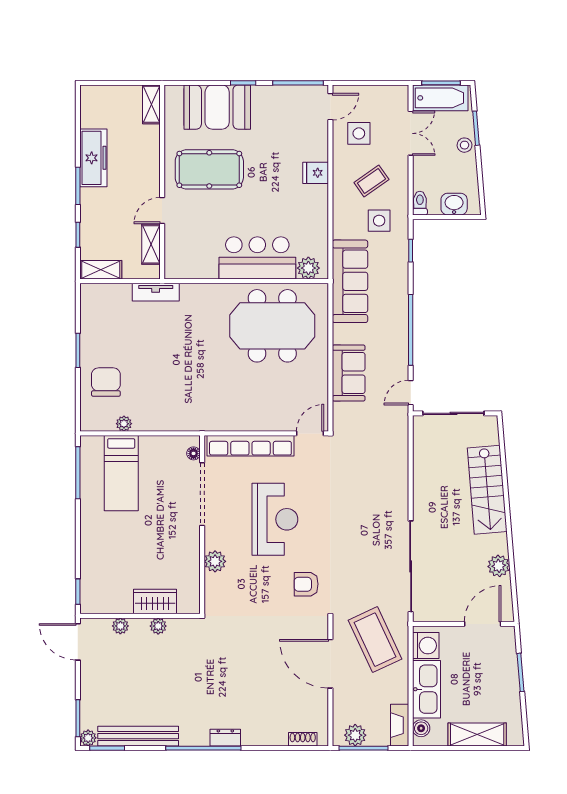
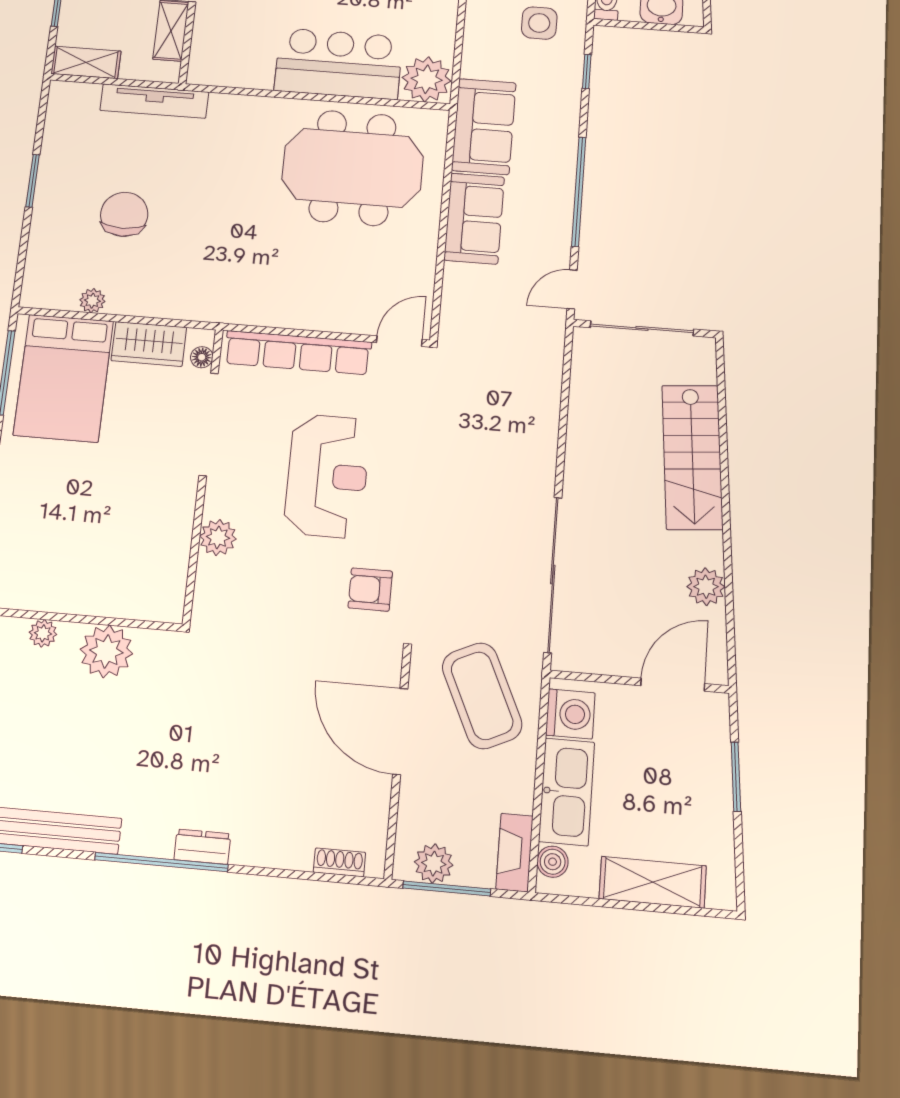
plant: (308, 268) -> (427, 79), width x1.36, depth x1.36
sofa: (350, 281) -> (484, 127), width x0.73
tv unit: (156, 292) -> (154, 101), width x1.41
sofa: (349, 373) -> (474, 219), moved
chair: (106, 382) -> (124, 214), moved
bed: (121, 473) -> (63, 378), width x1.50
wardrobe: (155, 601) -> (149, 344), moved, turned 180
plant: (158, 626) -> (106, 651), width x1.88, depth x1.88

